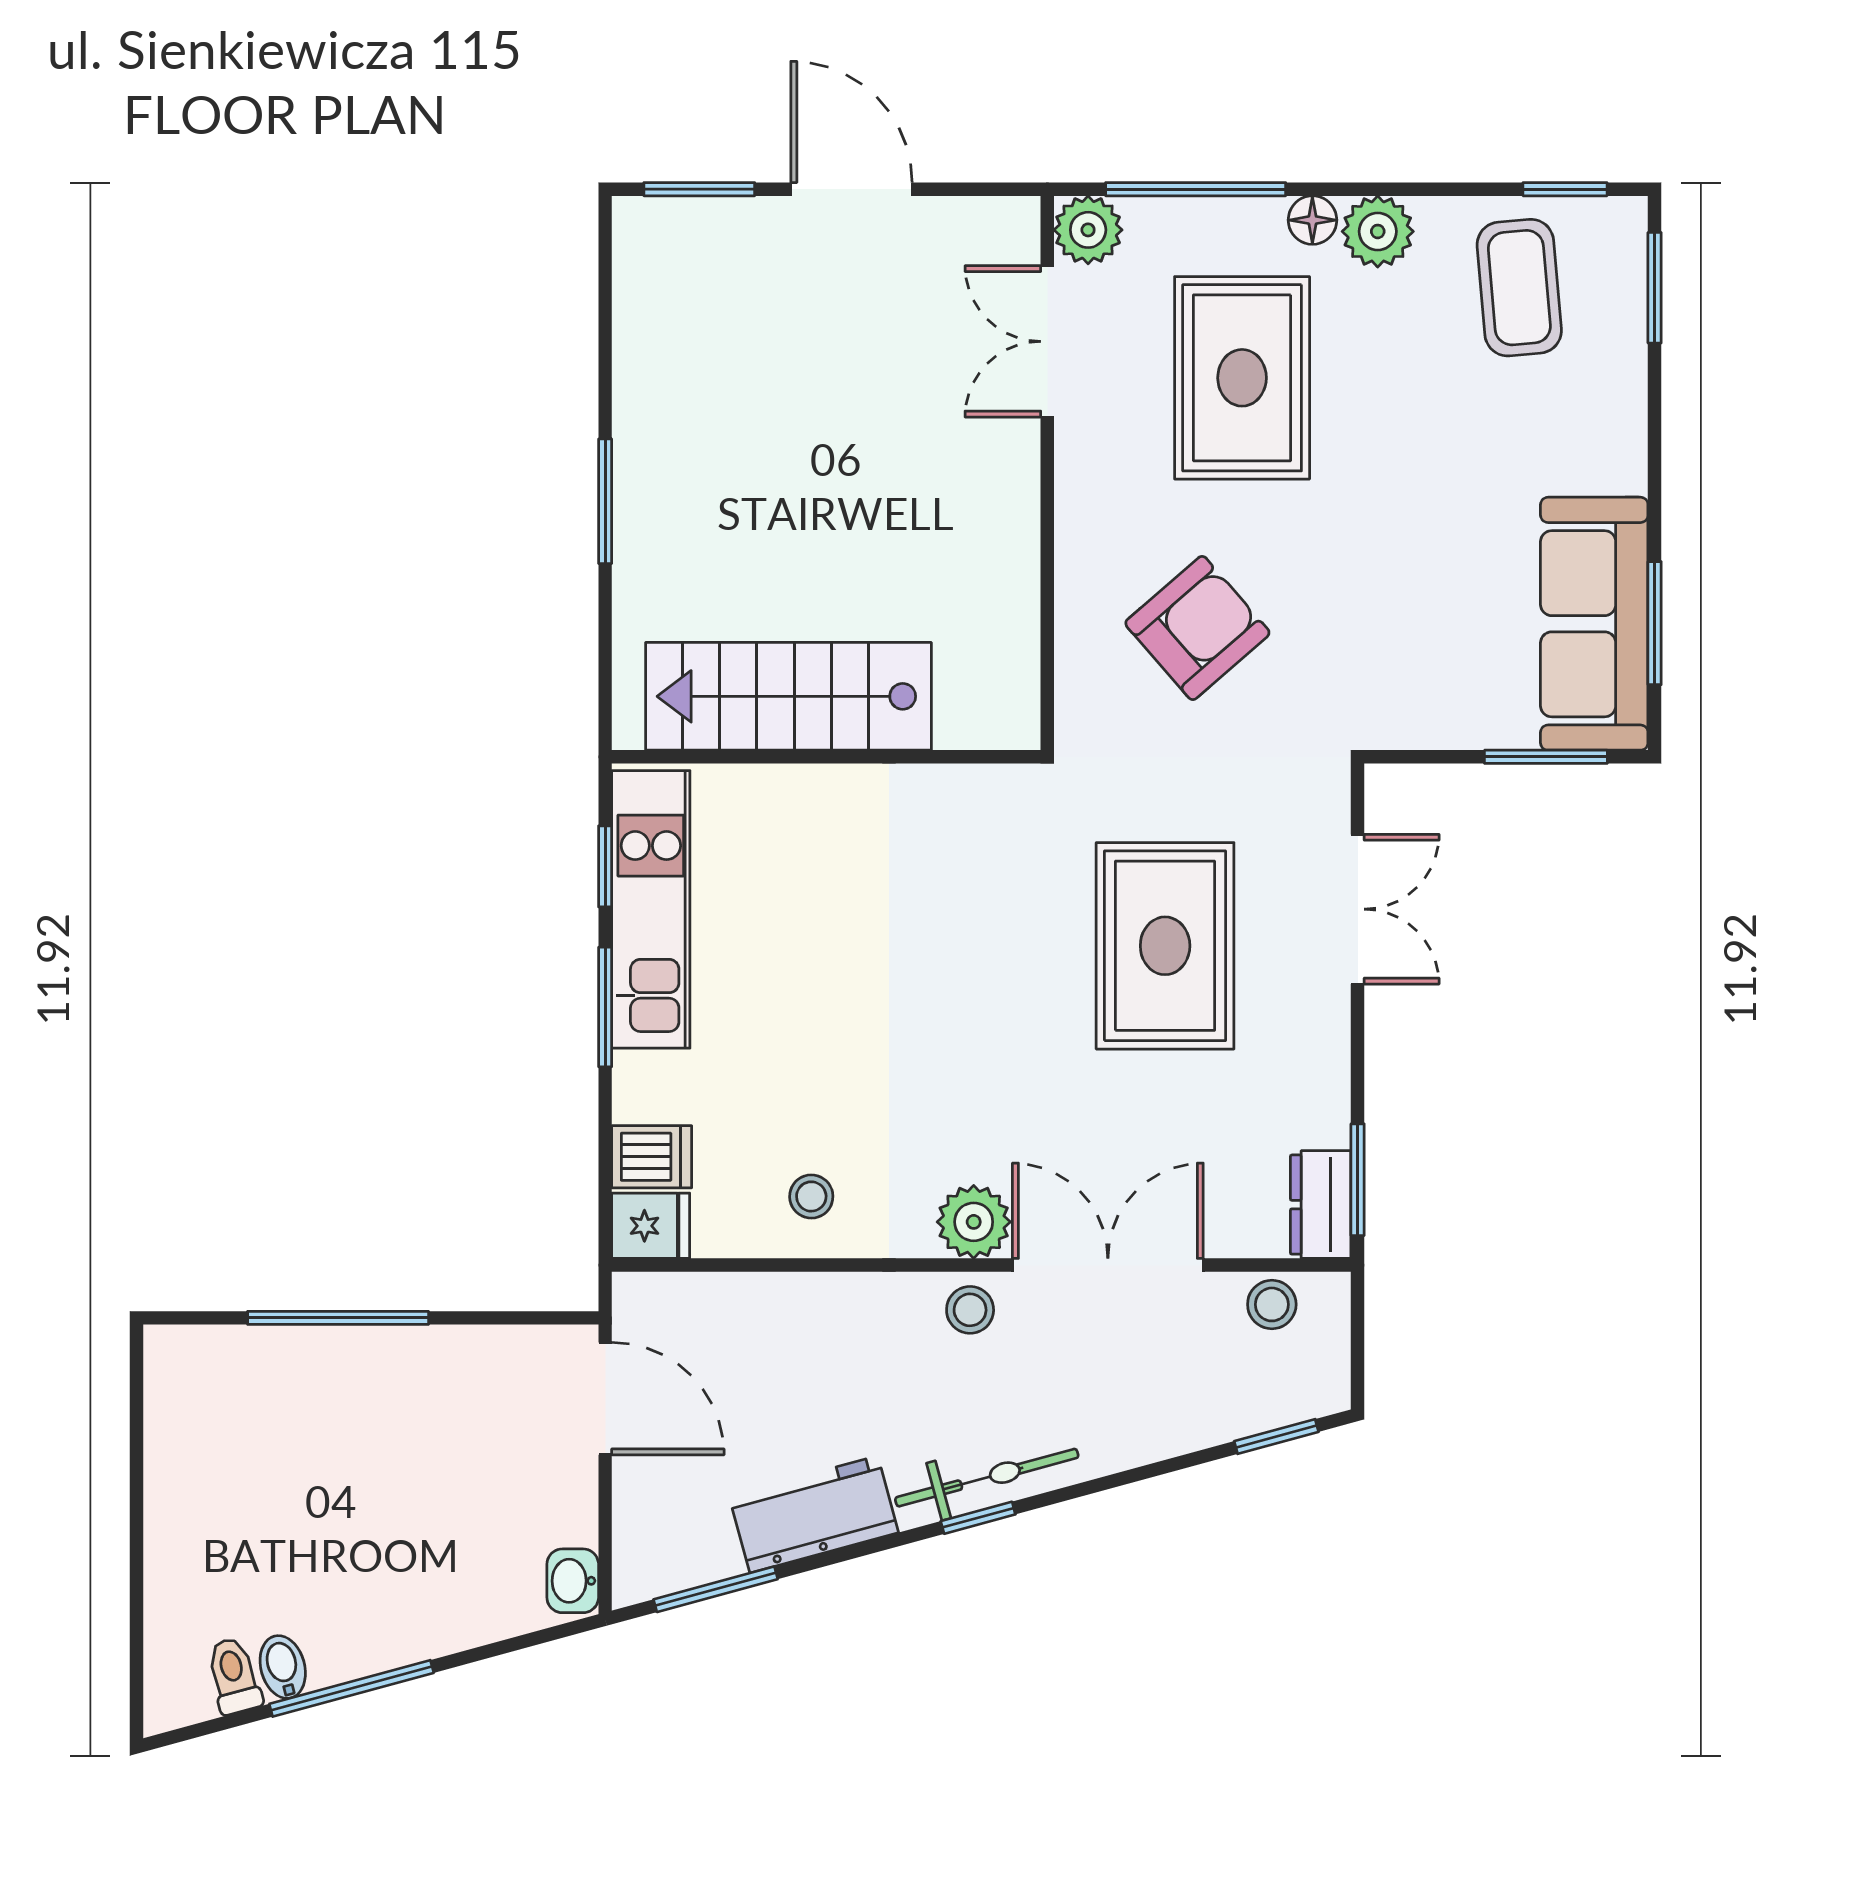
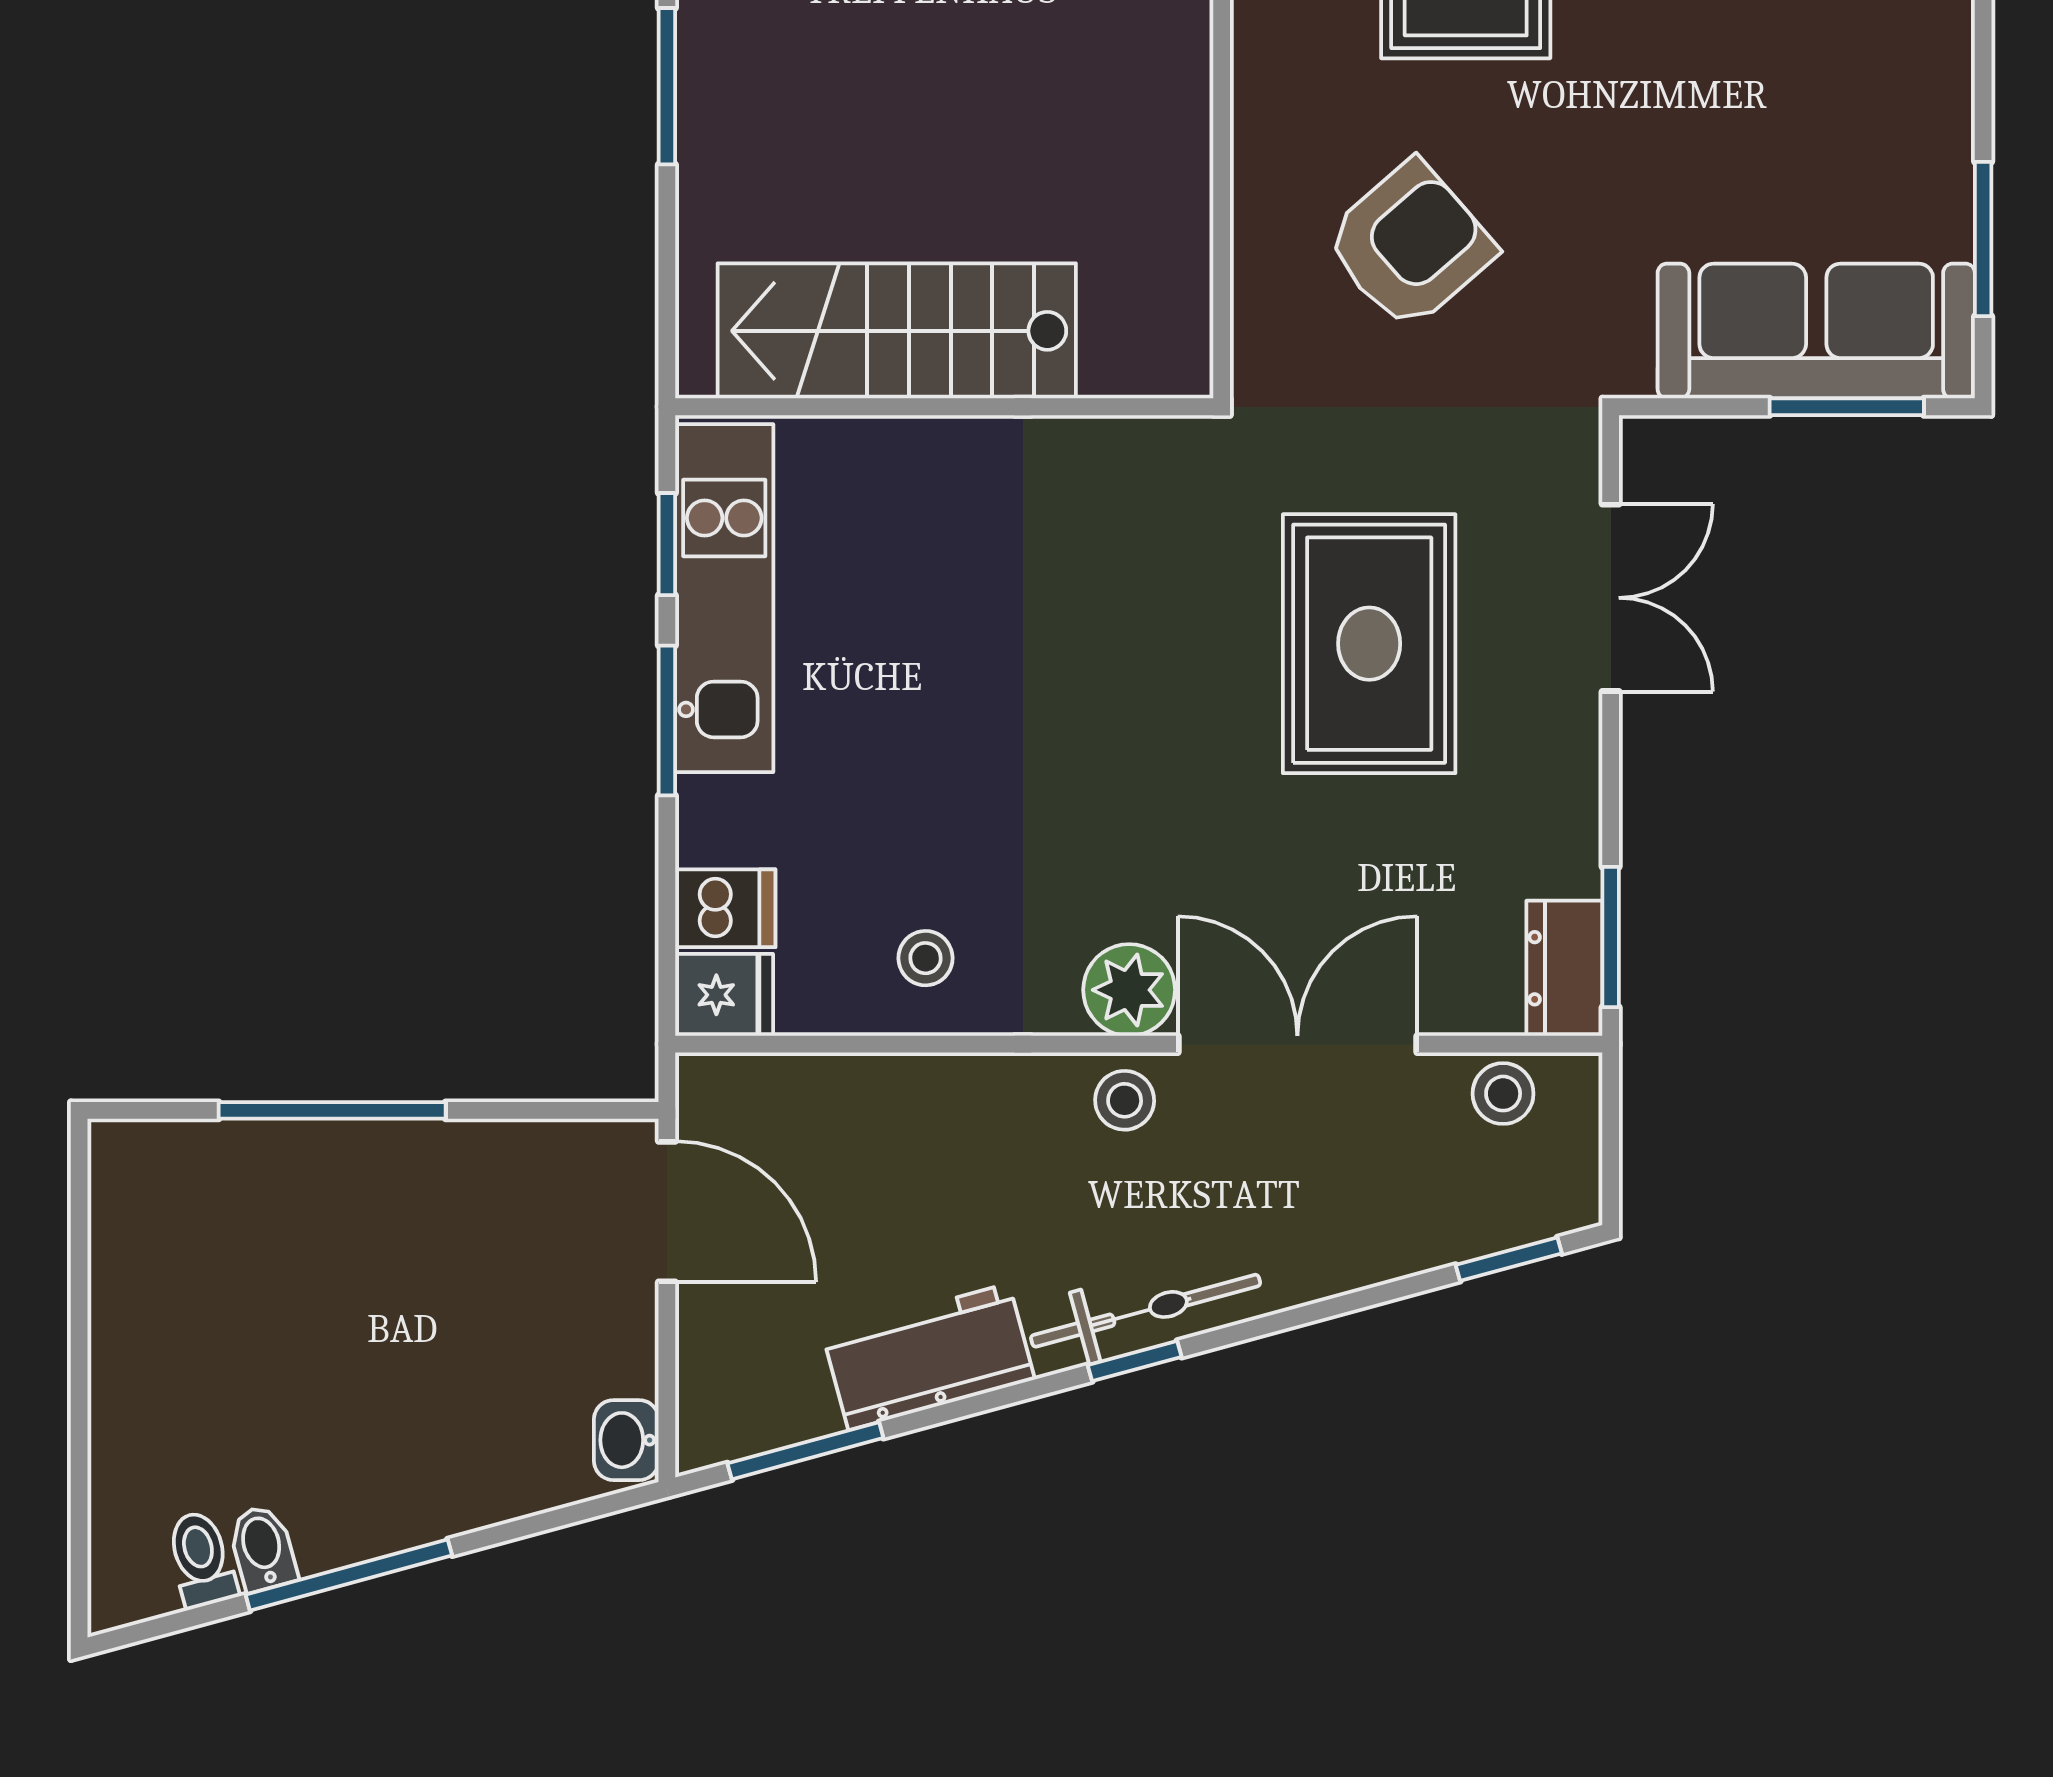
sofa: (1594, 624) -> (1816, 331), moved, turned 90

